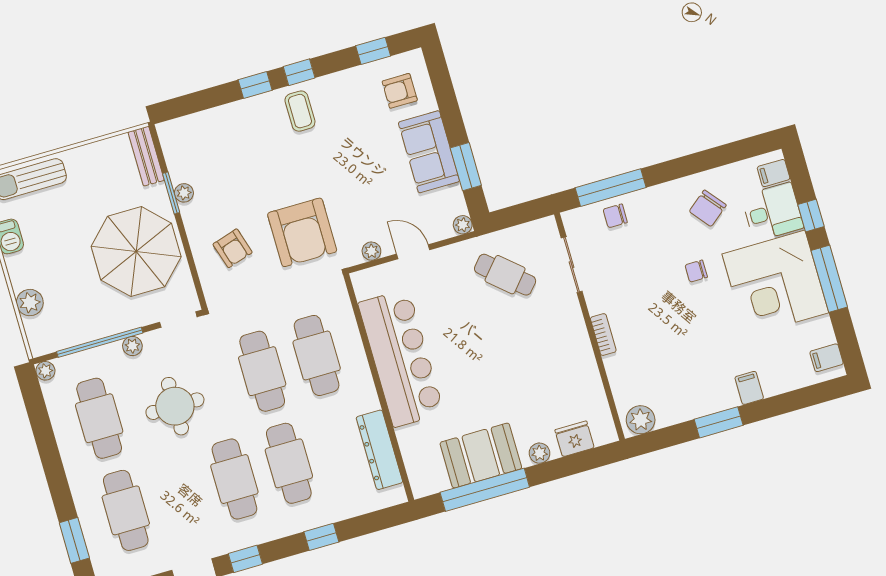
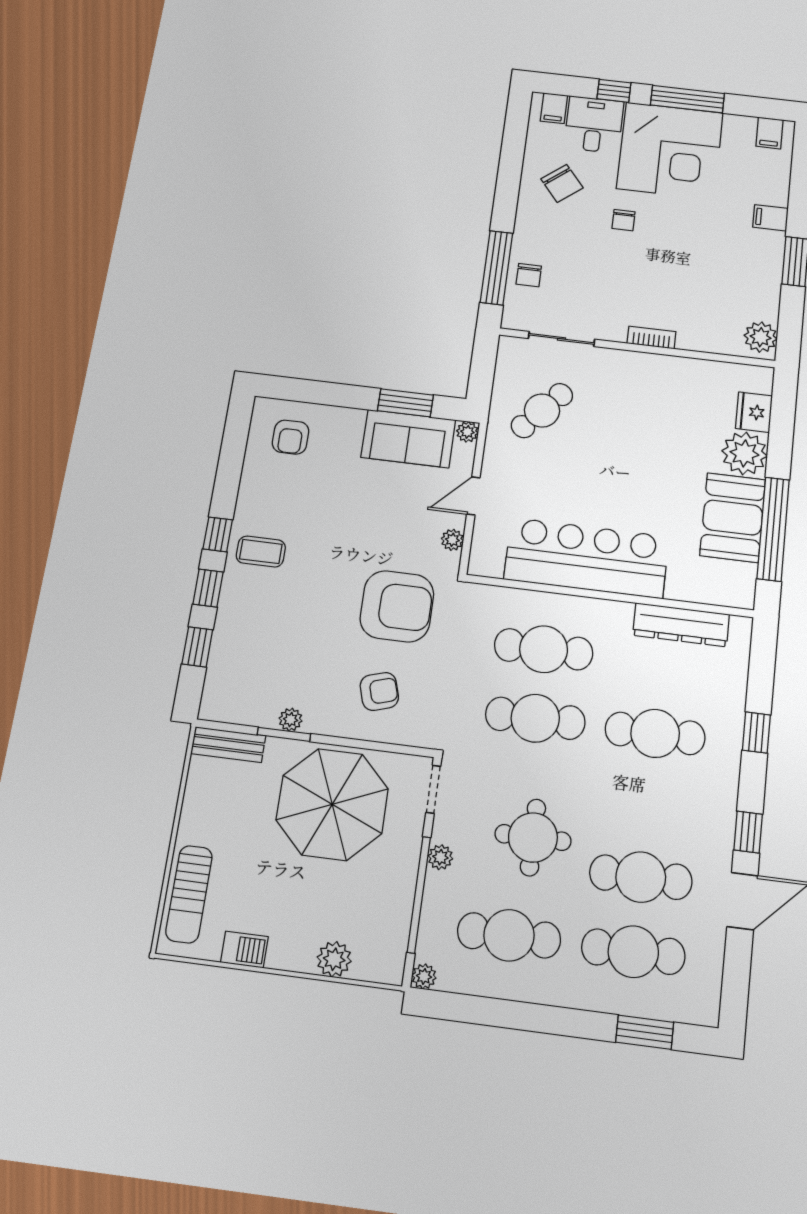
window: (373, 51) -> (197, 647), moved
sofa: (429, 152) -> (408, 439), moved
plant: (539, 453) -> (744, 453), width x1.87, depth x1.87
cafe table: (234, 479) -> (641, 877), moved

